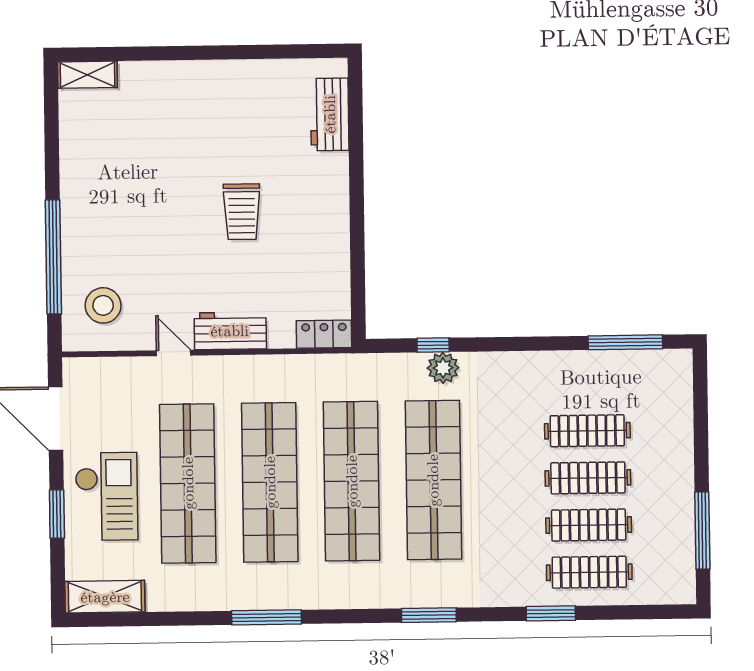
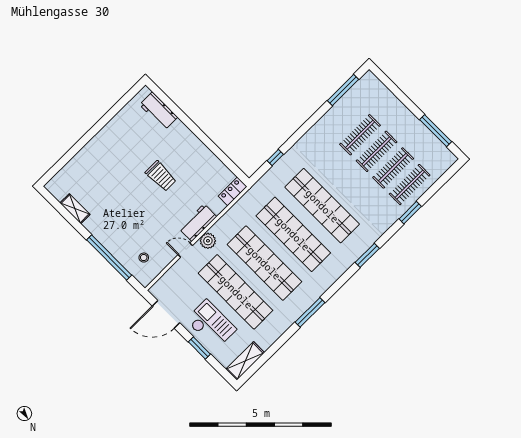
shelving: (87, 75) -> (75, 209), moved, turned 90
stool: (103, 305) -> (144, 258), width x0.53, depth x0.53
plant: (443, 368) -> (208, 241), moved

